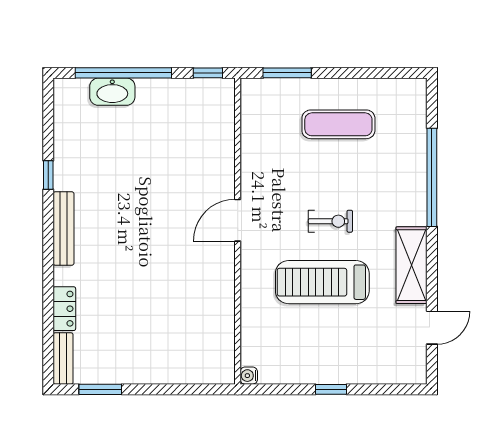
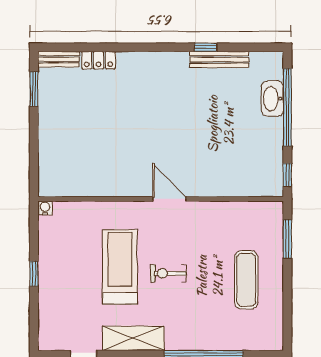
exercise bike: (330, 221) -> (169, 273), turned 90
bench: (64, 229) -> (219, 60), moved

